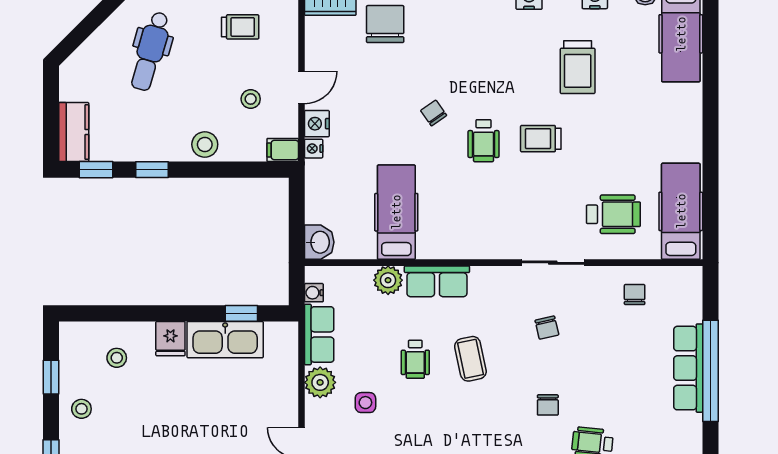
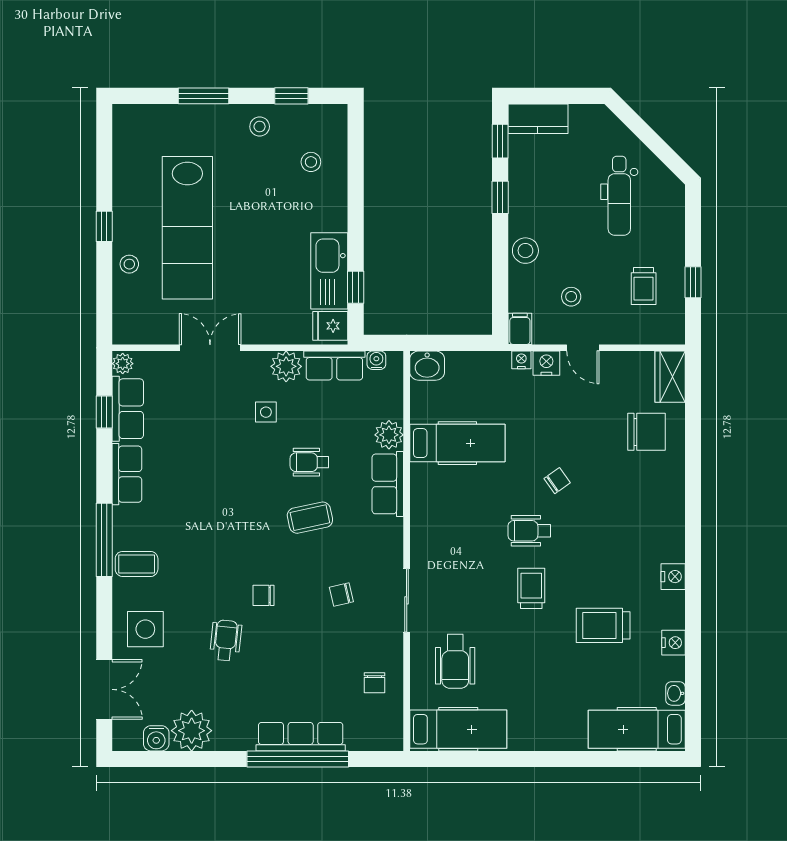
dental chair: (150, 51) -> (619, 196), turned -106
chair: (635, 294) -> (375, 683), turned 90
fridge: (170, 339) -> (330, 326), moved

